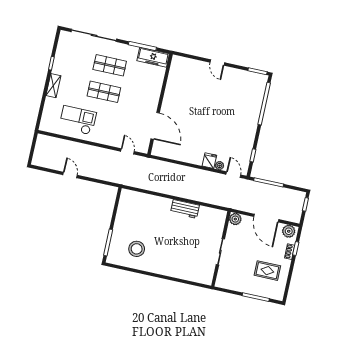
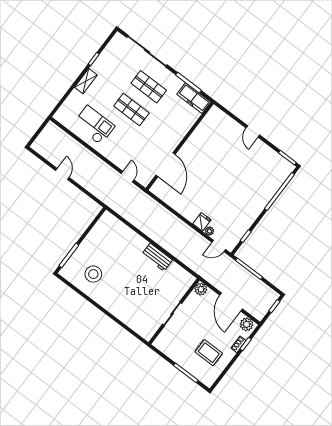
door: (233, 175) -> (219, 246), swing flipped

